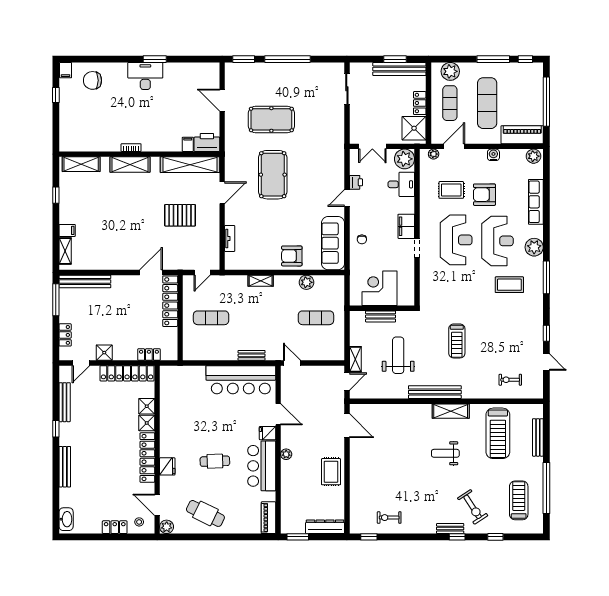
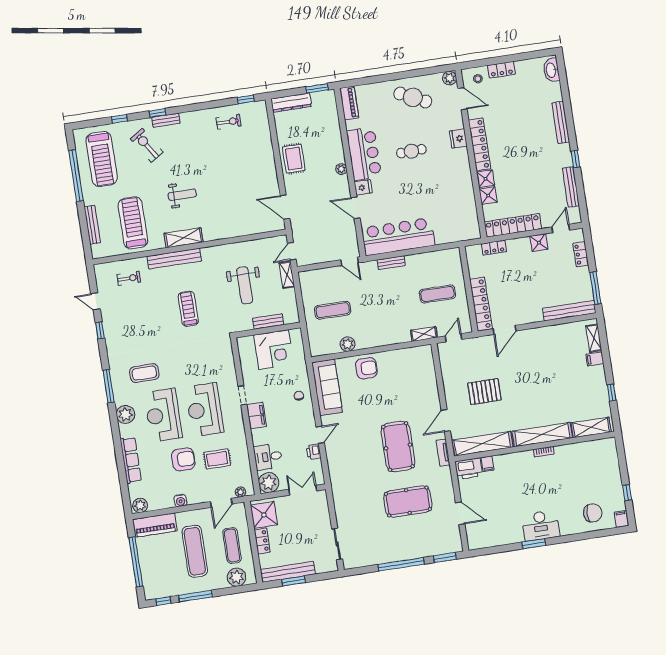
shelving: (130, 165) -> (542, 435), width x1.47
tv unit: (230, 238) -> (443, 453), moved
shelving: (261, 281) -> (424, 334), moved
bench: (435, 392) -> (174, 259), moved
treadmill: (519, 500) -> (102, 159), width x1.37, depth x1.38

